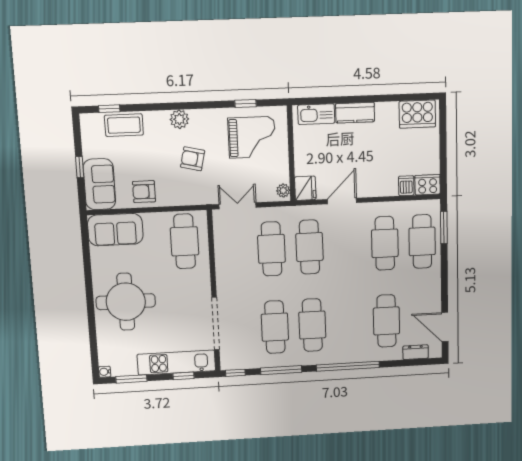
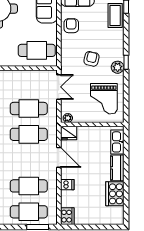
window: (246, 103) -> (126, 62), moved
cooker: (417, 114) -> (115, 194), moved
plant: (179, 119) -> (118, 67), moved
dishwasher: (406, 186) -> (67, 185), moved

